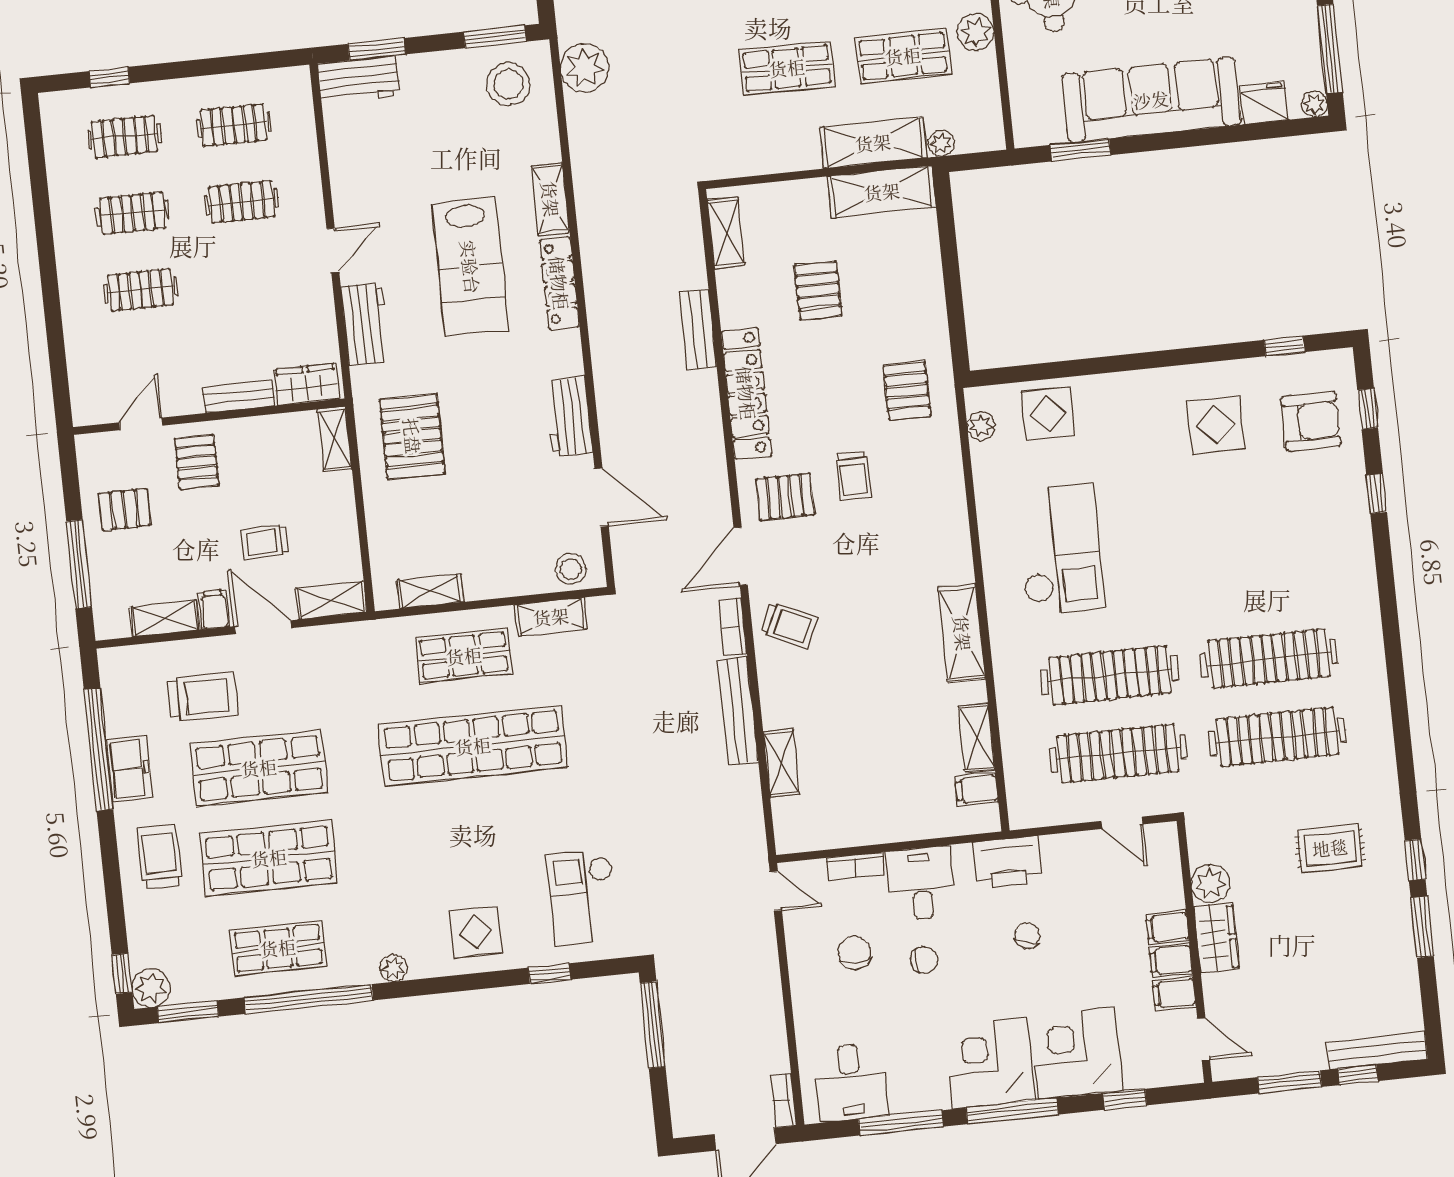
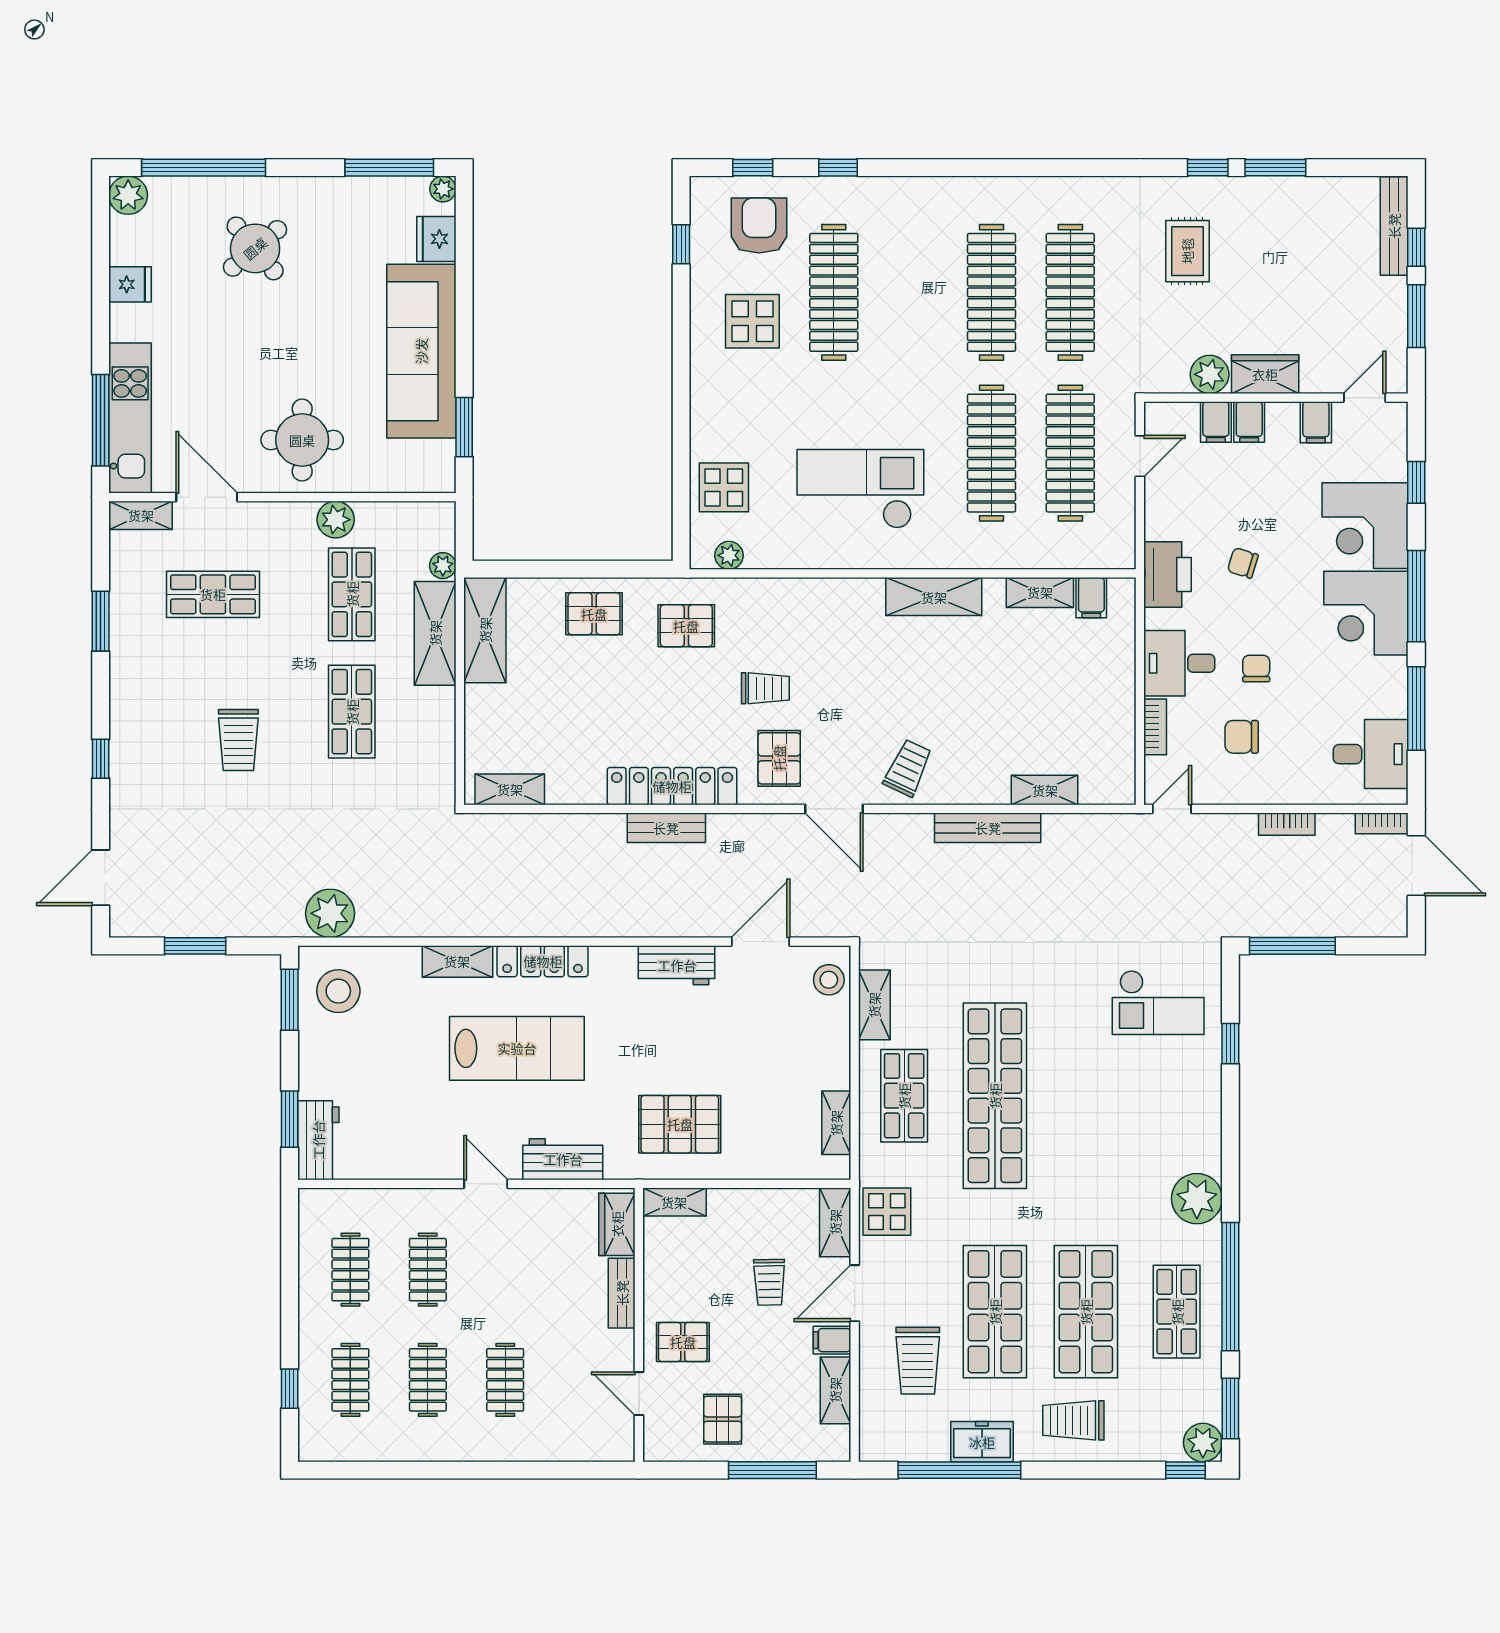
pallet: (818, 291) -> (594, 614), moved
bench: (698, 330) -> (666, 828), moved
clothes rail: (1253, 502) -> (834, 292), added
bookcase: (733, 627) -> (1287, 824), moved
trolley: (203, 697) -> (918, 1361), turned 180
display table: (476, 932) -> (887, 1212), moved
filing cabinet: (1171, 960) -> (1216, 422), moved
plant: (394, 968) -> (1197, 1199), width x1.87, depth x1.87

